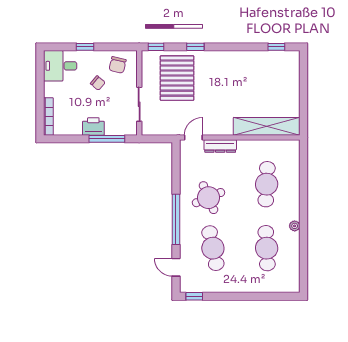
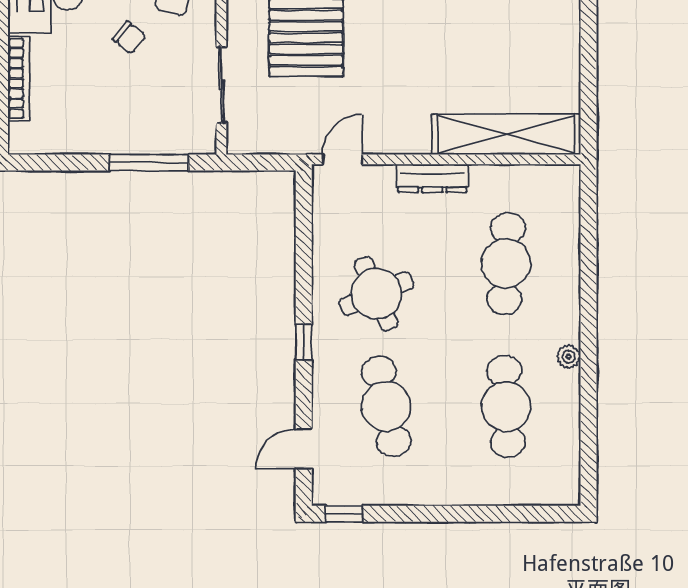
bookcase: (48, 116) -> (19, 78), moved
printer: (93, 126) -> (119, 135), removed
dresser: (220, 146) -> (432, 178), moved
window: (176, 219) -> (304, 342), width x0.32
door: (176, 267) -> (304, 449), hinge flipped

